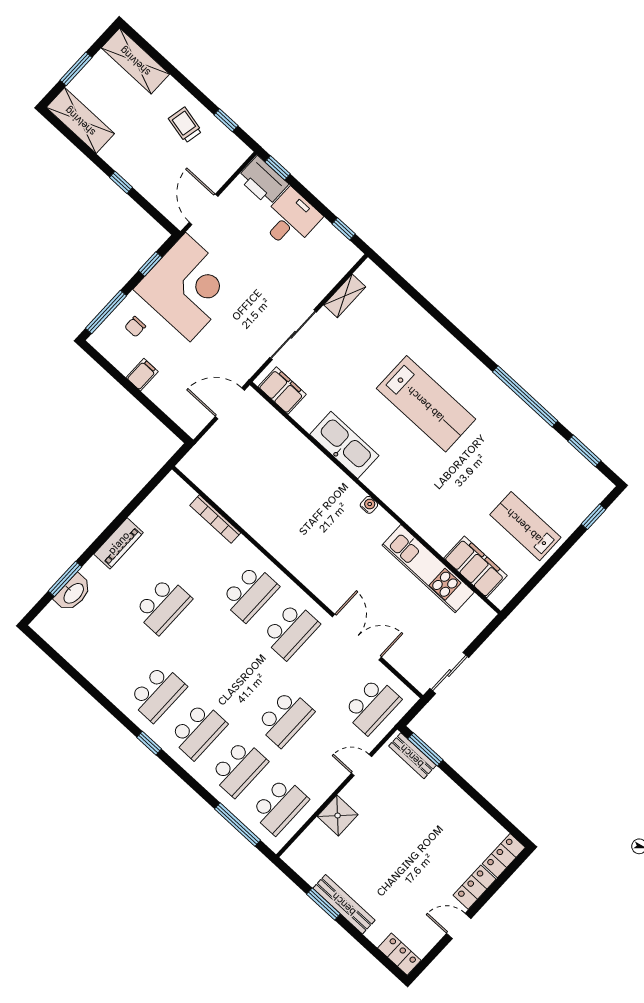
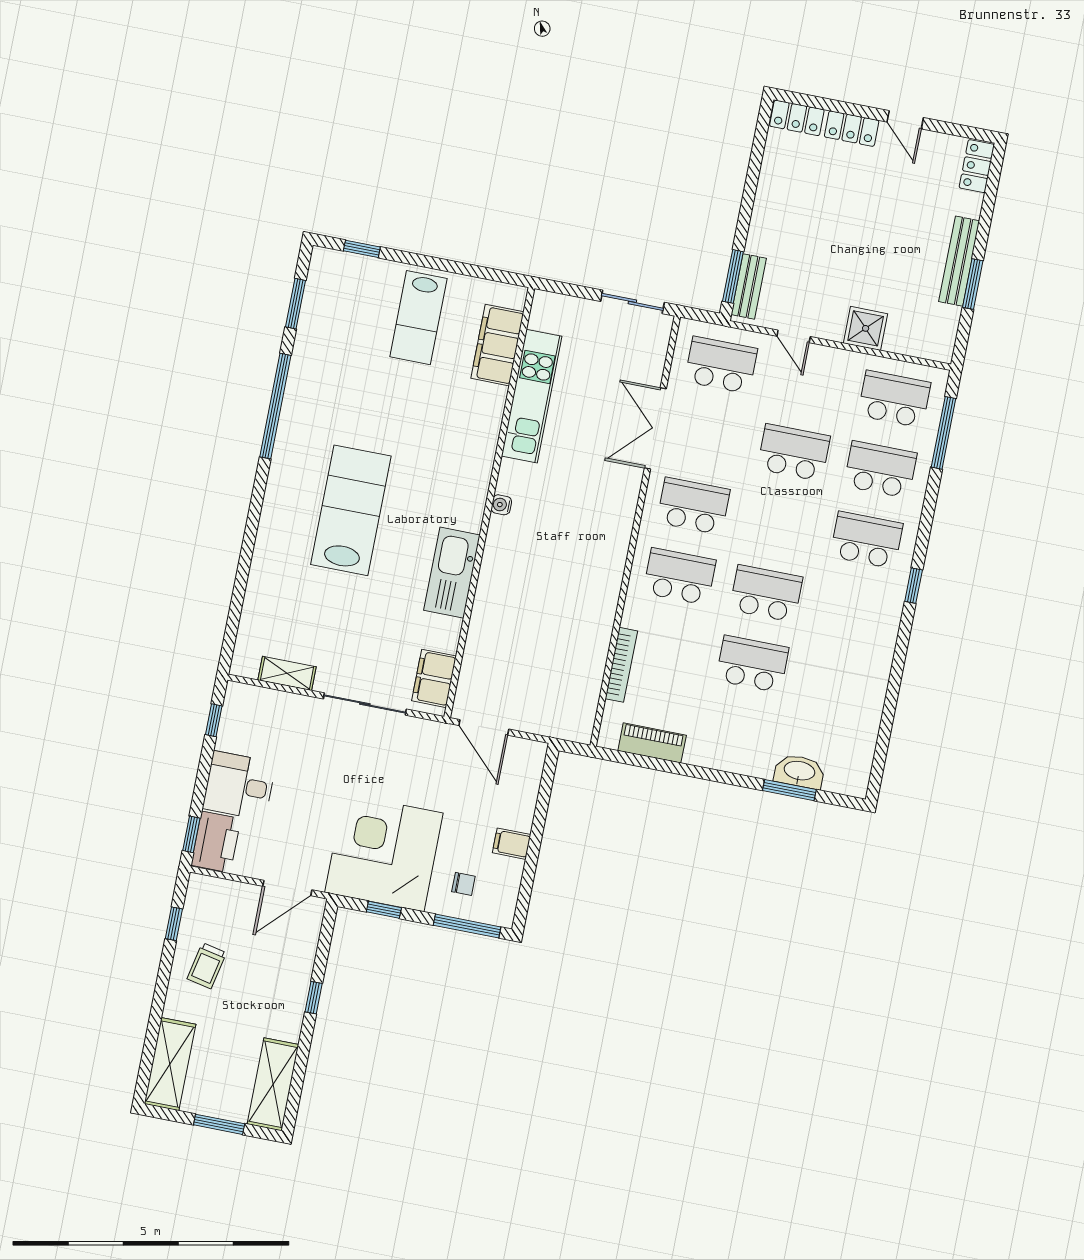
piano: (119, 543) -> (652, 743), moved
school desk: (157, 693) -> (766, 593), moved

